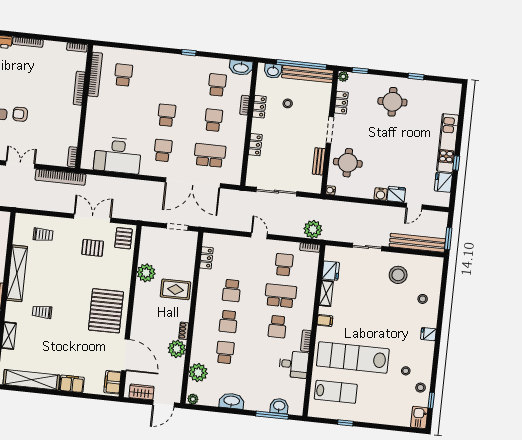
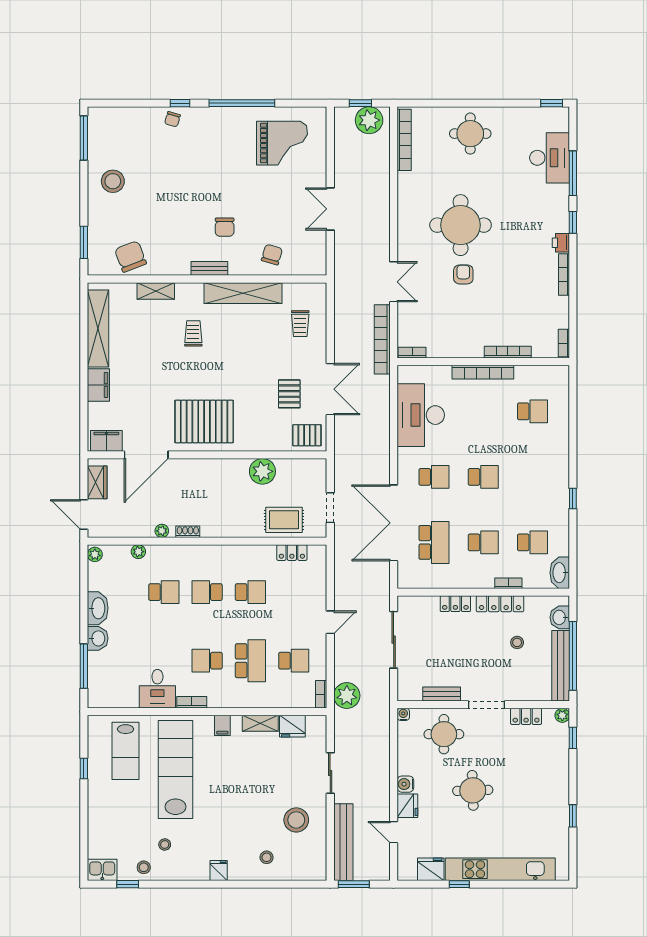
bookcase: (95, 74) -> (483, 372), moved
round table: (392, 102) -> (473, 790), moved
locker: (259, 107) -> (500, 604), width x1.53
kitchen unit: (448, 143) -> (500, 869), width x1.36
rug: (176, 289) -> (284, 520), moved, turned 90
school desk: (232, 291) -> (250, 592), turned 180
plant: (177, 349) -> (162, 531), width x0.53, depth x0.53
plant: (198, 373) -> (138, 552), width x0.53, depth x0.53
washbasin: (279, 406) -> (98, 638), moved

